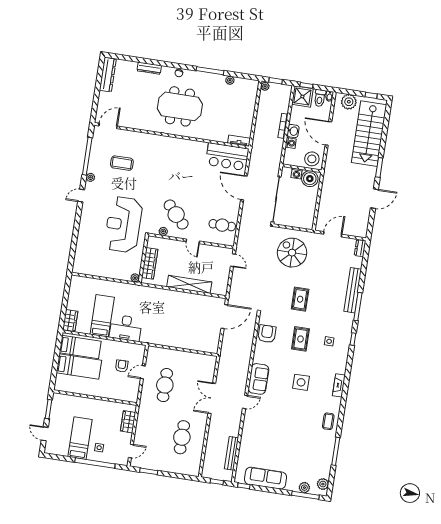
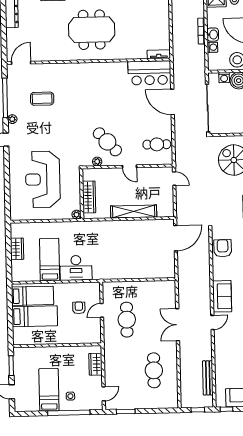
reception desk: (123, 225) -> (43, 179), moved
wardrobe: (70, 321) -> (17, 249), moved

